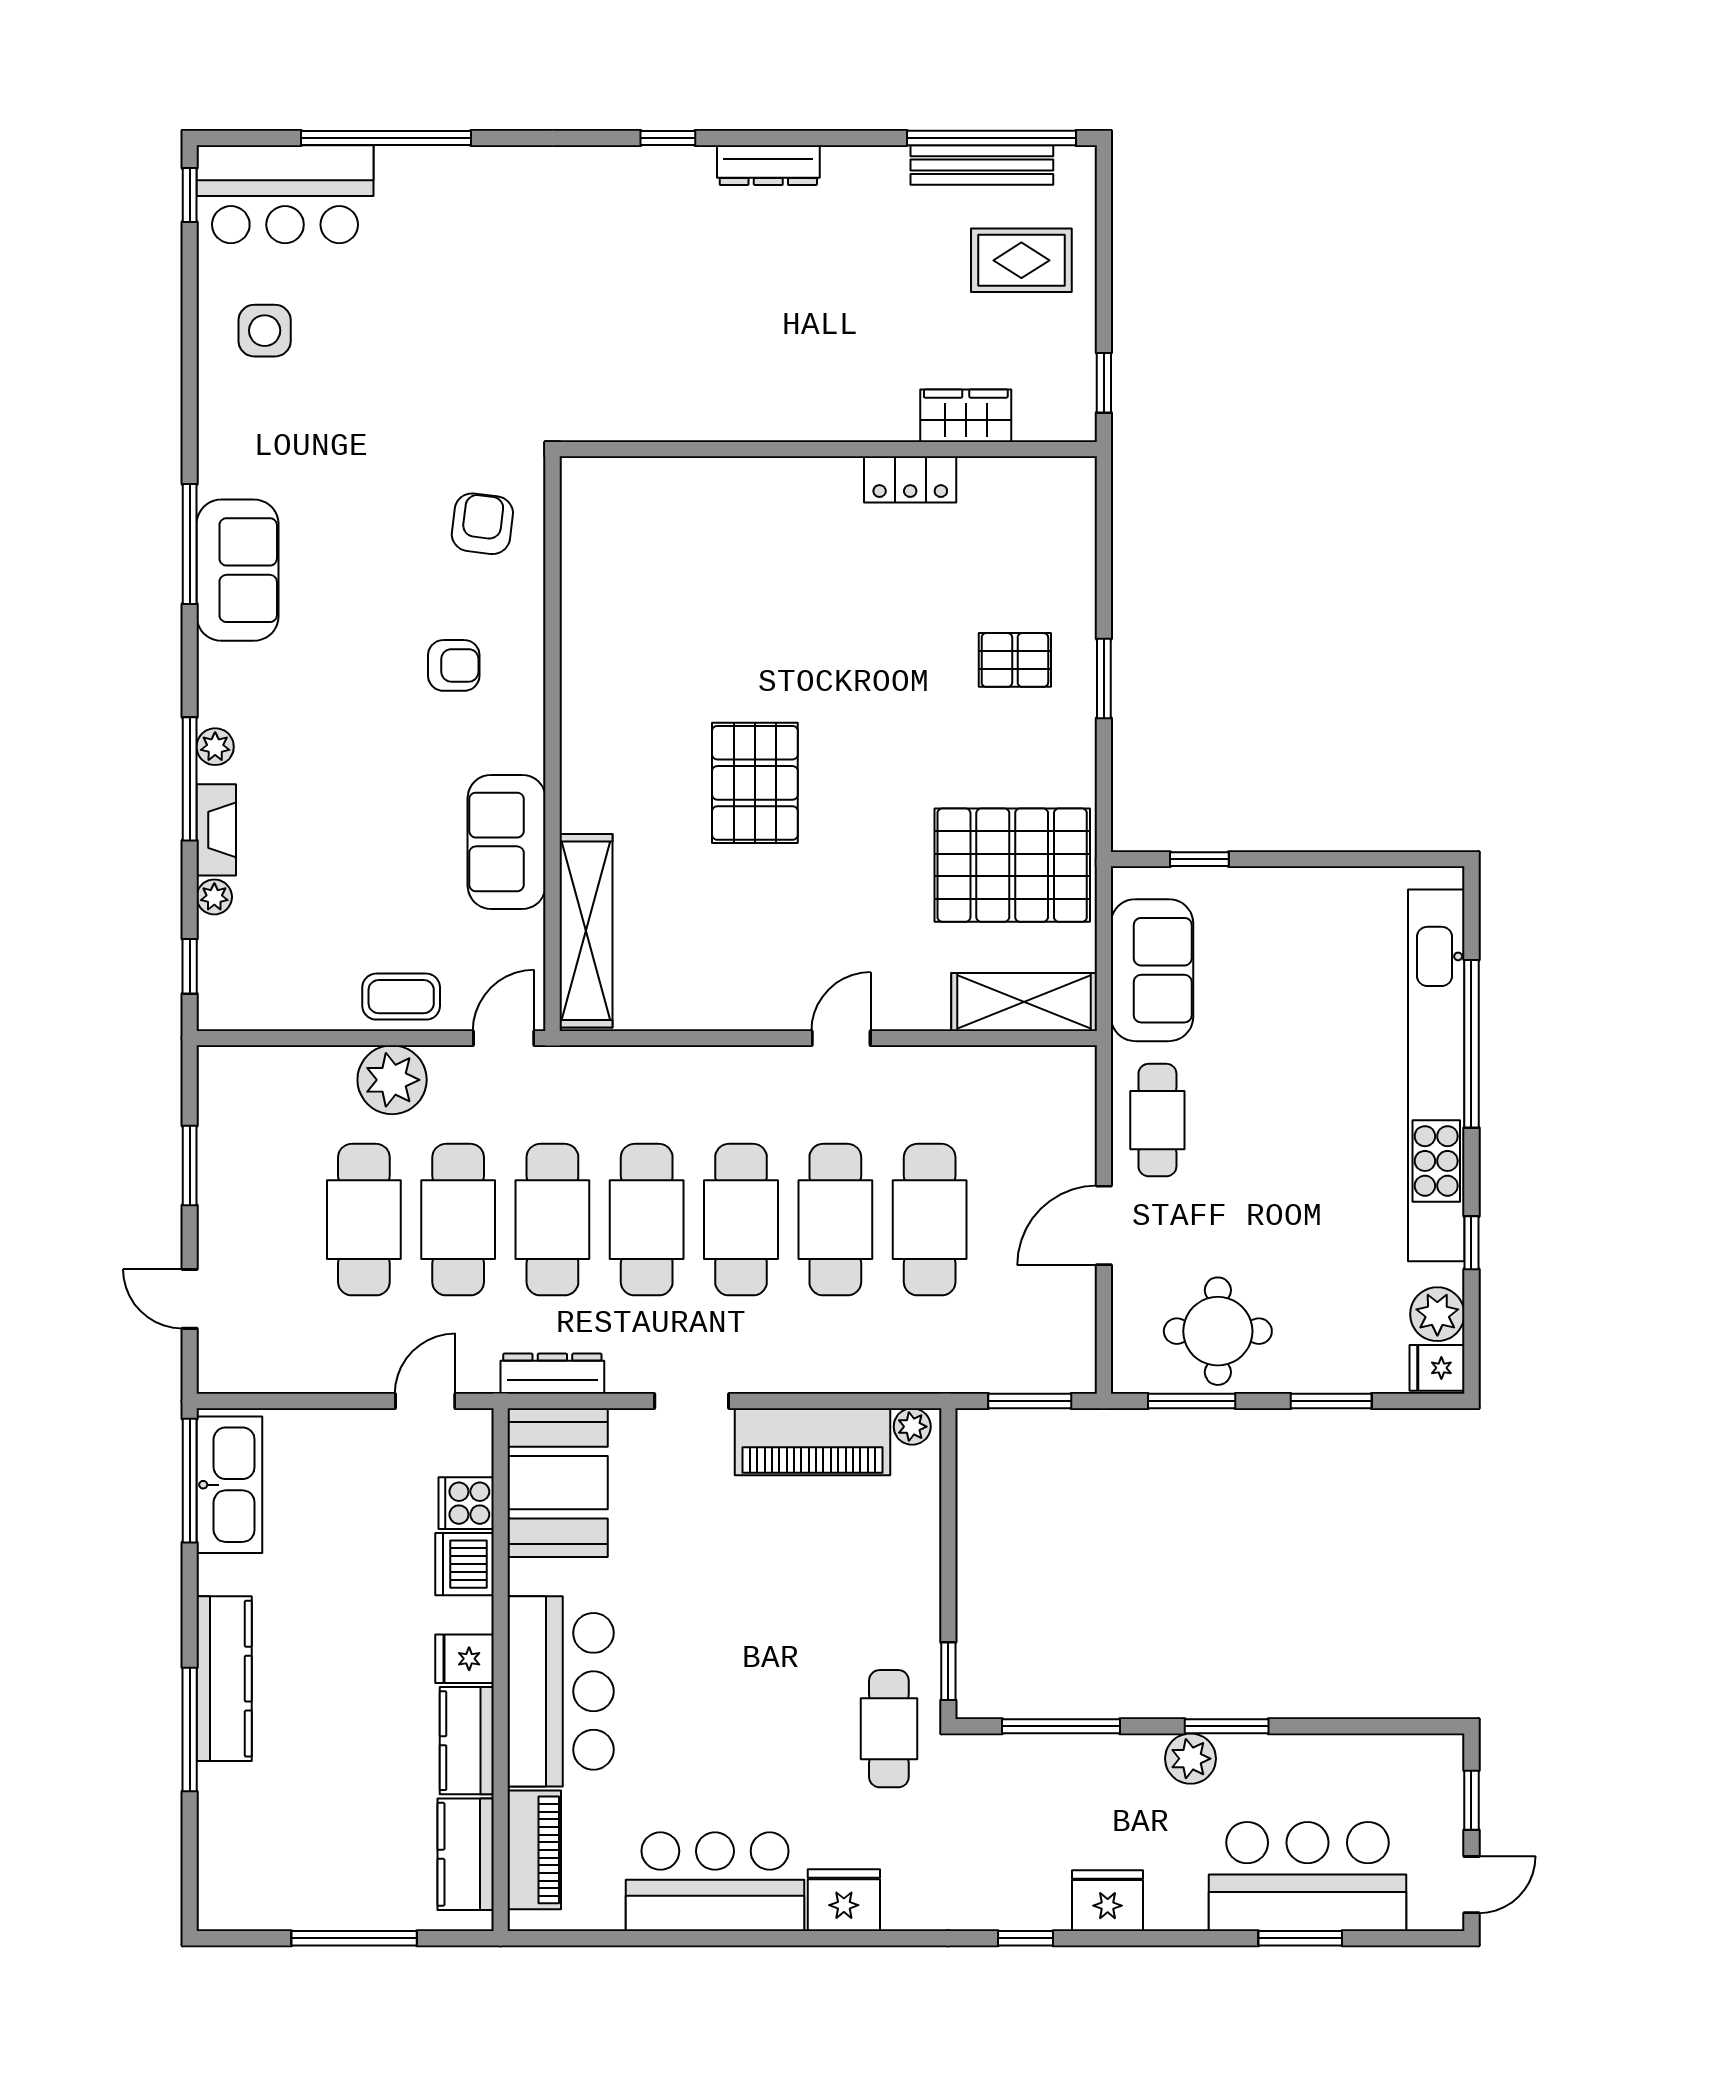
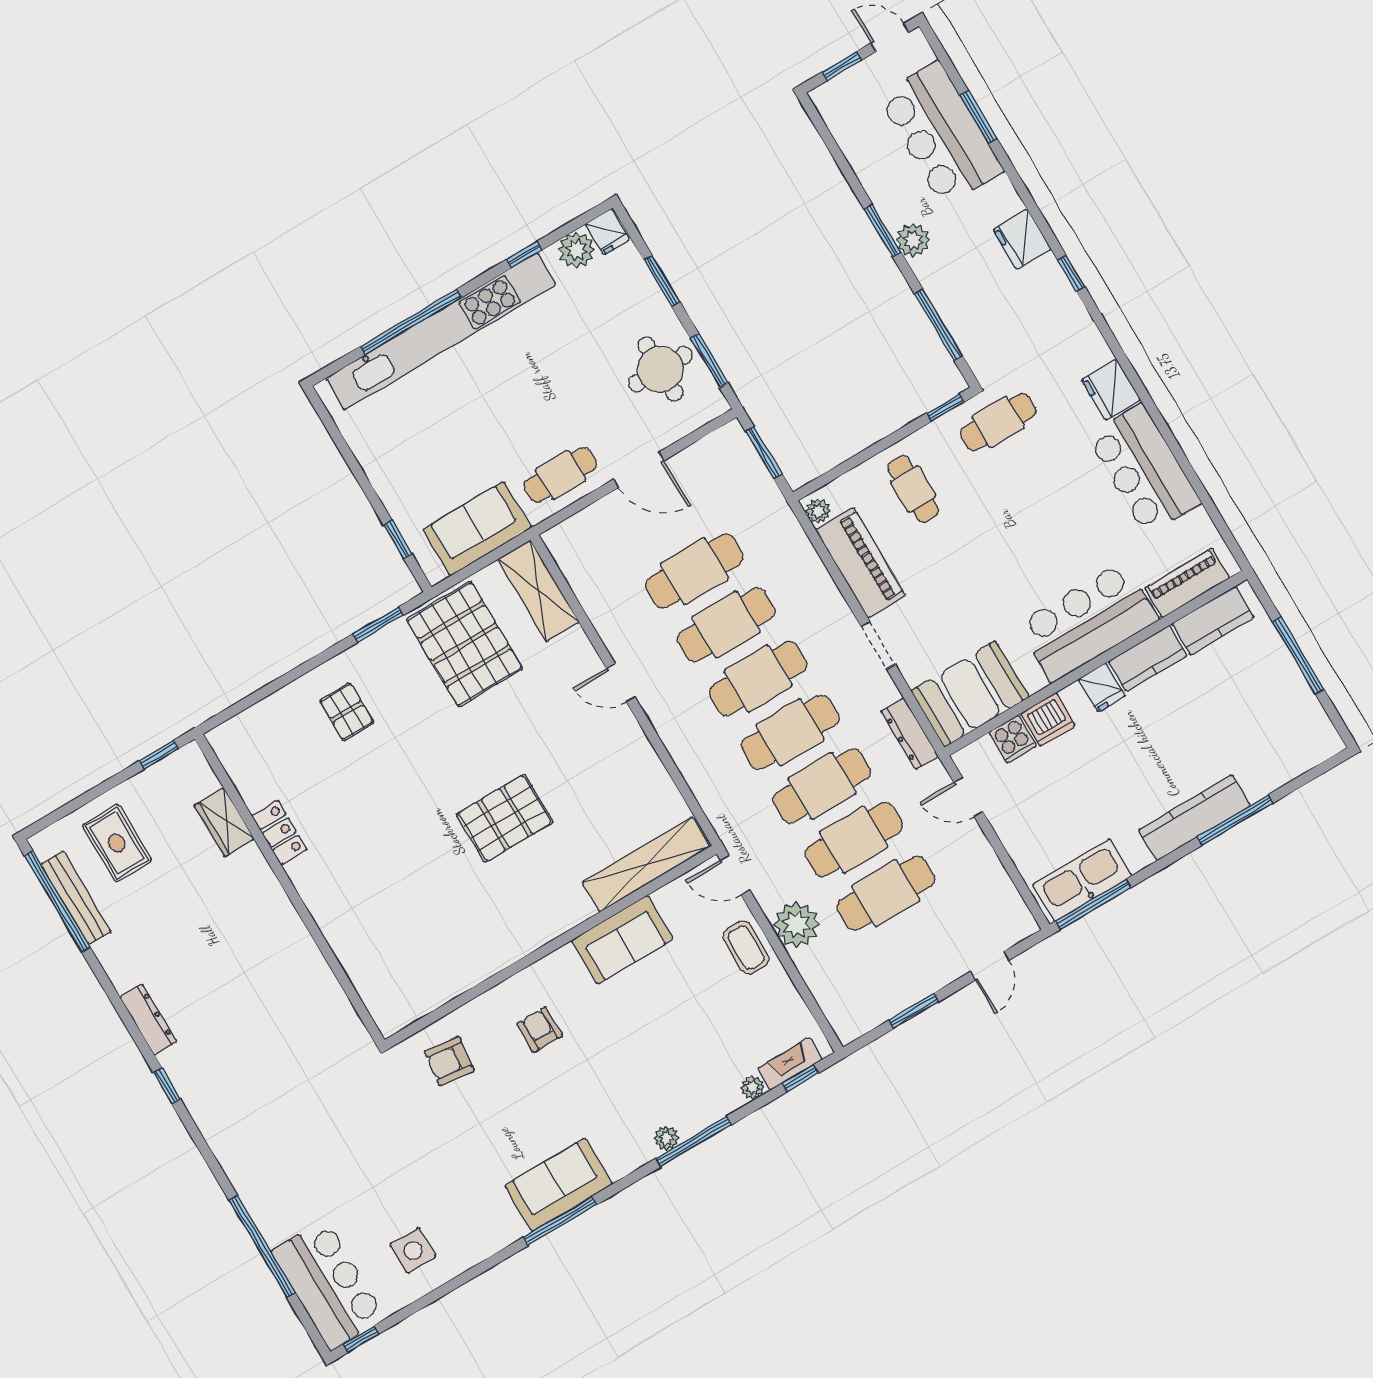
window: (1104, 679) -> (378, 625), moved
fireplace: (216, 830) -> (790, 1064), moved
cafe table: (868, 1567) -> (913, 489), added

